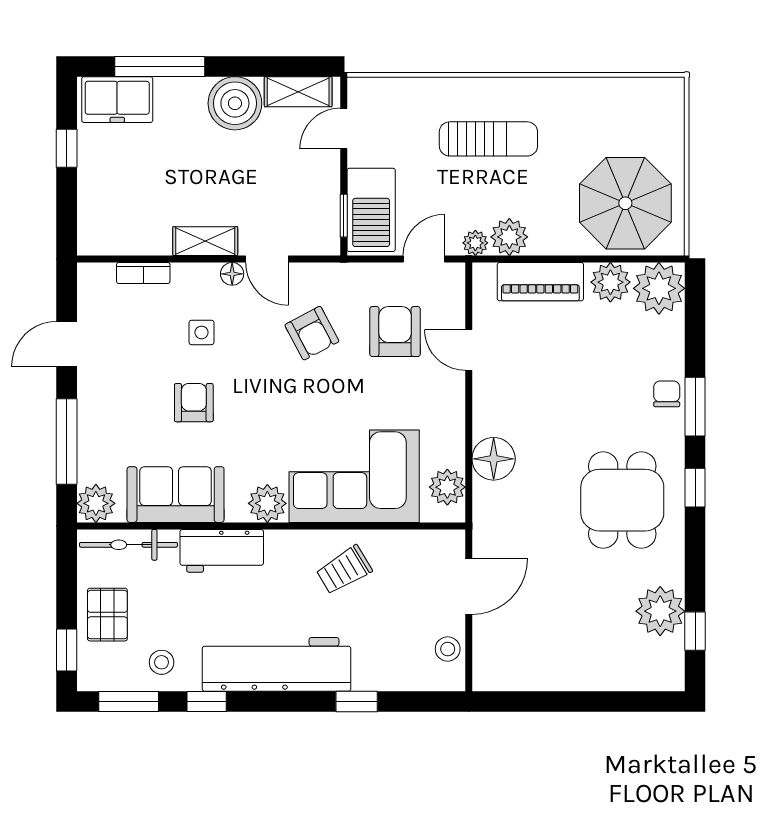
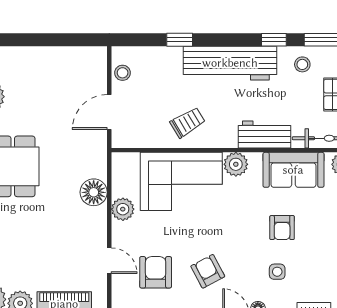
armchair: (395, 332) -> (156, 272), turned 180
plant: (447, 487) -> (123, 209), moved

